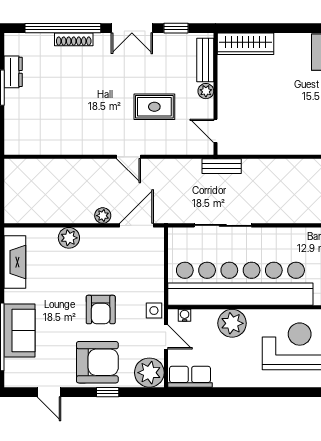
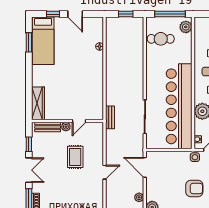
door: (216, 131) -> (79, 121), moved
plant: (103, 216) -> (139, 197), moved

